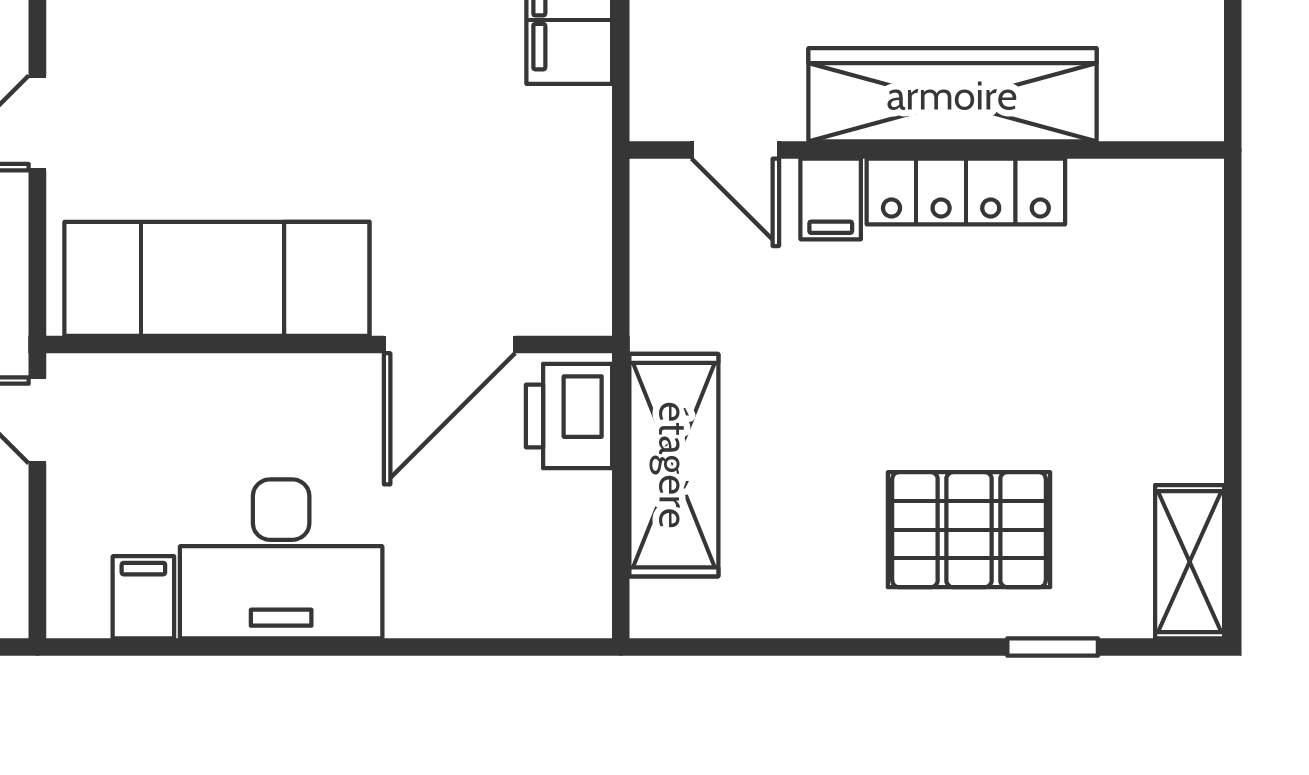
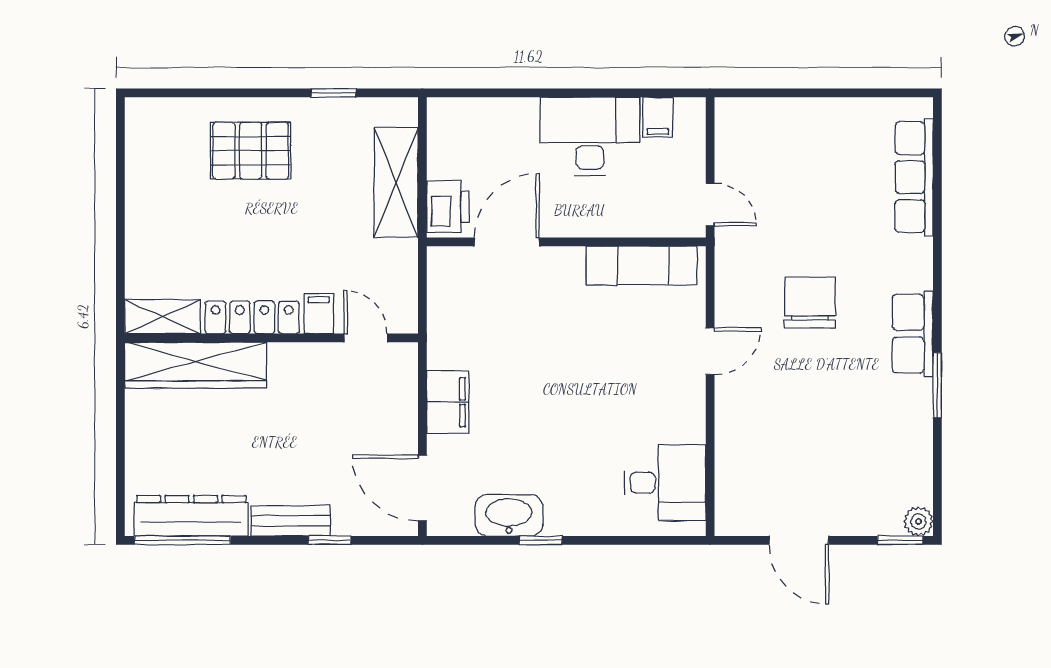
wardrobe: (952, 95) -> (196, 365), moved
exam couch: (217, 279) -> (641, 266), width x0.73, depth x0.69
shelving: (1190, 562) -> (163, 317), moved, turned 90
window: (1053, 647) -> (334, 93), moved

